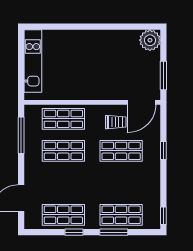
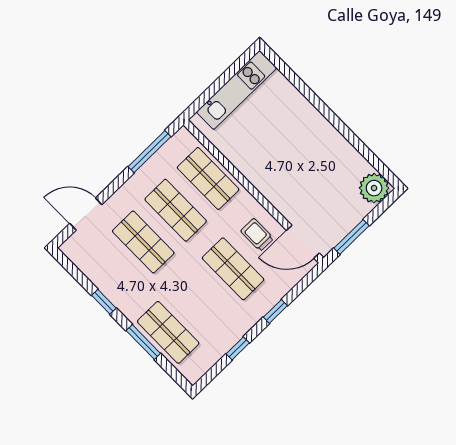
trolley: (116, 122) -> (257, 235), turned 180
shop shelf: (63, 215) -> (143, 242), moved
window: (163, 216) -> (238, 348), moved

